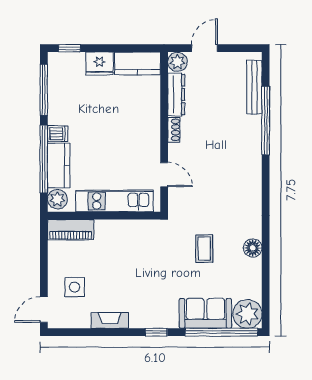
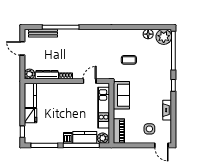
door: (205, 48) -> (22, 48), moved
floor lamp: (253, 248) -> (148, 34), moved
sofa: (205, 313) -> (121, 95), moved, turned 180

